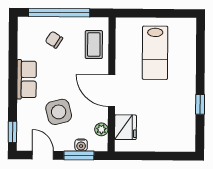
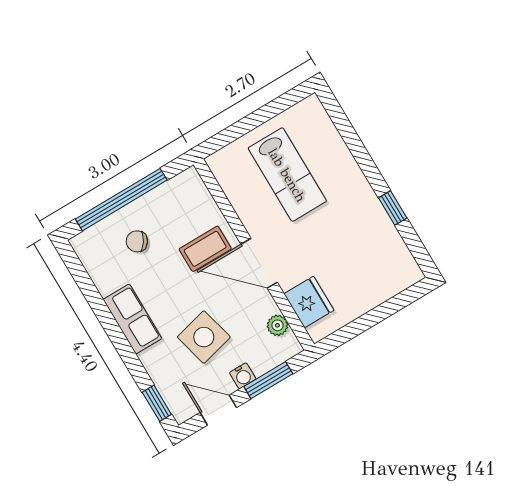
coffee table: (94, 45) -> (205, 249), moved, turned 90
water cooler: (81, 145) -> (243, 376), moved

